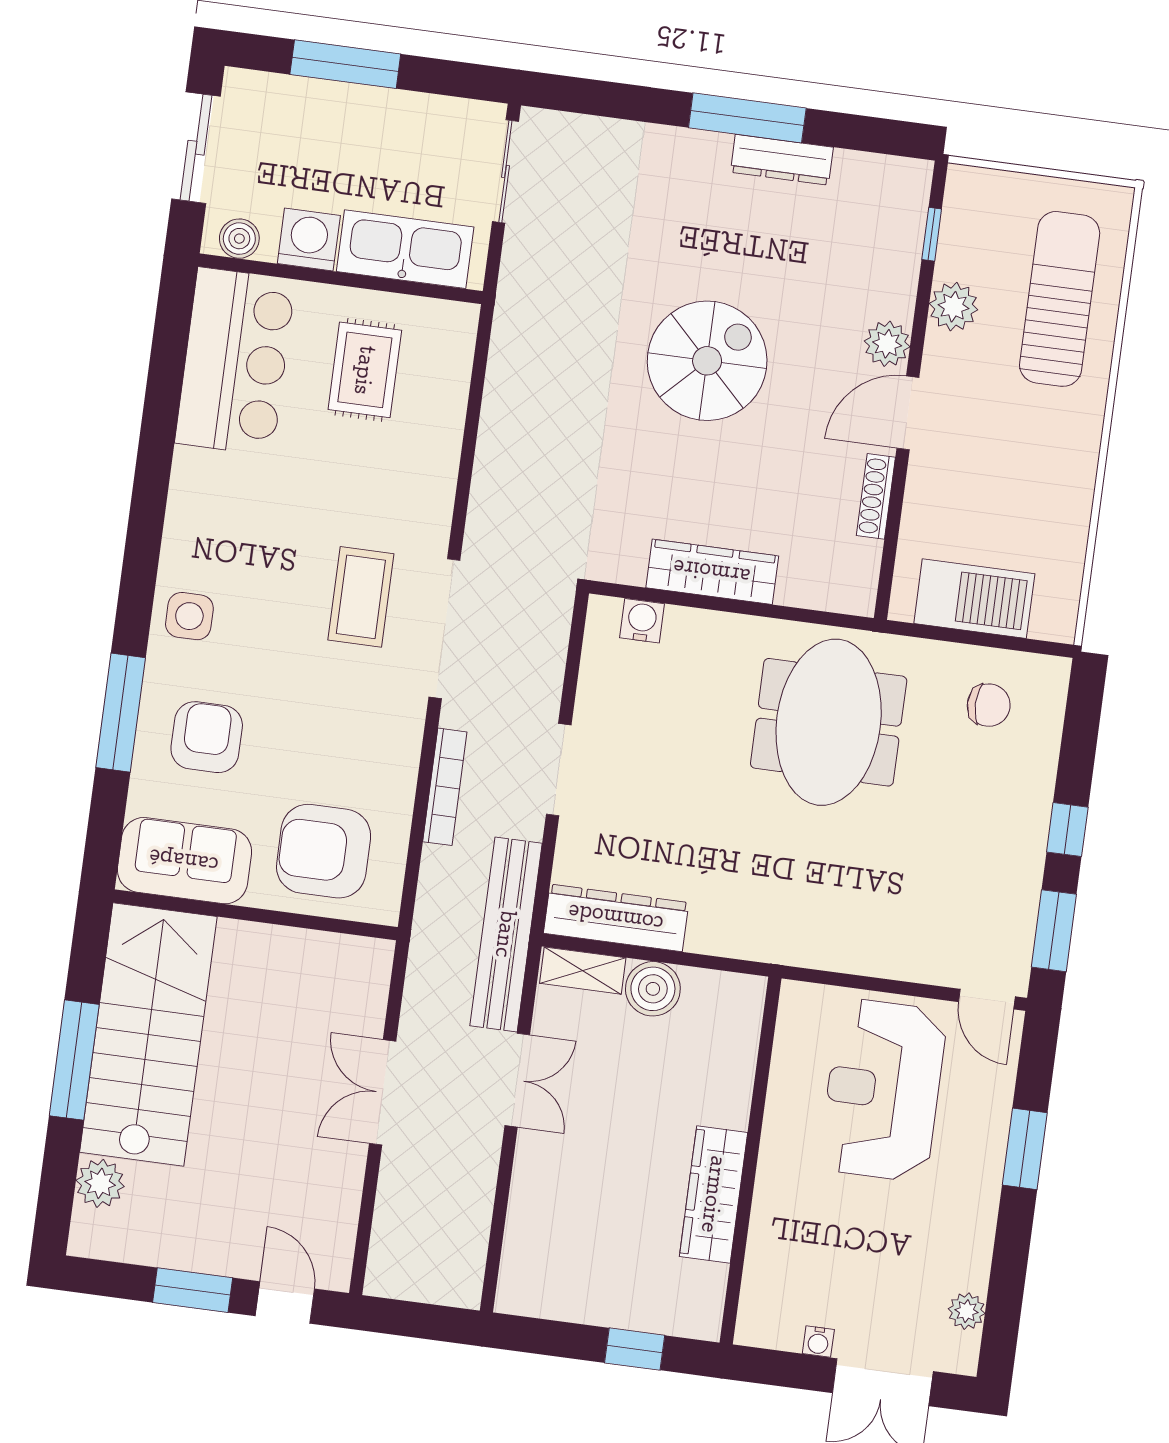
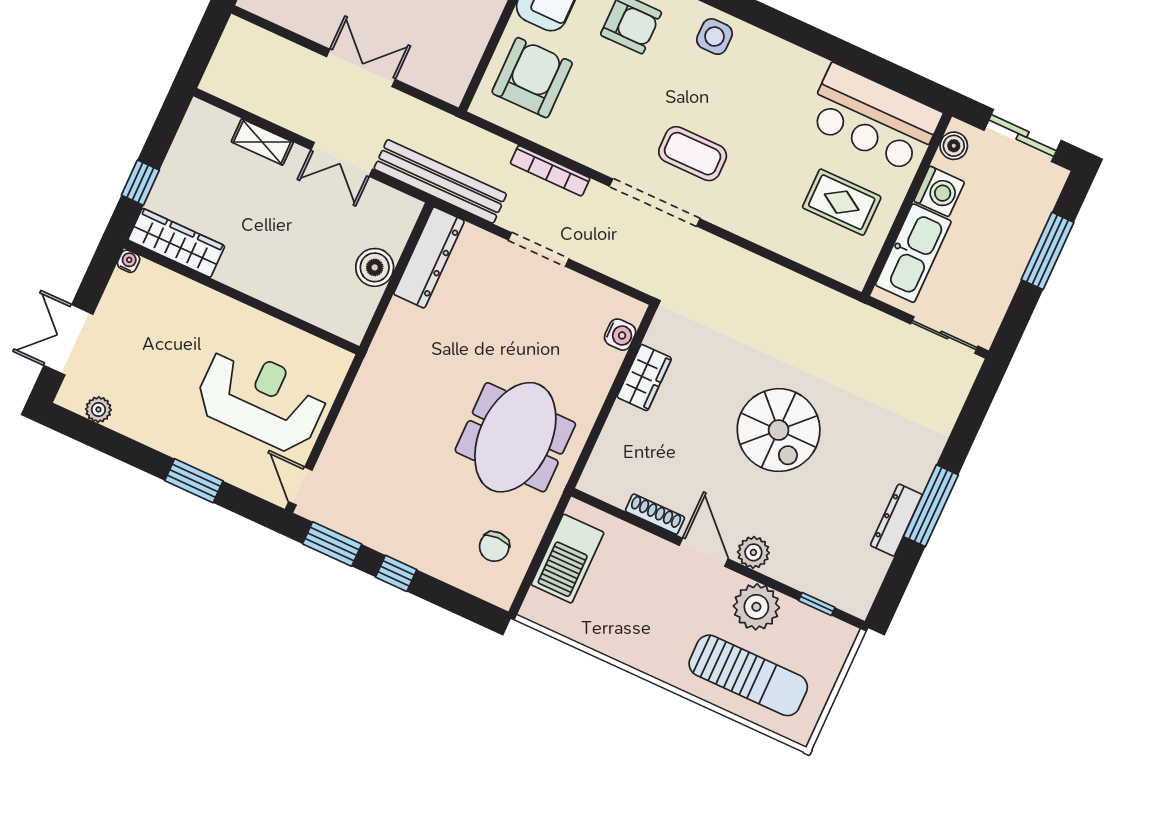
plant: (954, 307) -> (756, 607), width x1.36, depth x1.36
wardrobe: (712, 572) -> (644, 378), width x0.67
meeting table: (829, 722) -> (515, 437), turned 90
shelving: (583, 971) -> (262, 142), moved, turned 90
door: (987, 999) -> (300, 486), hinge flipped
wardrobe: (714, 1194) -> (176, 243), moved
water cooler: (818, 1342) -> (129, 261), moved, turned 90

